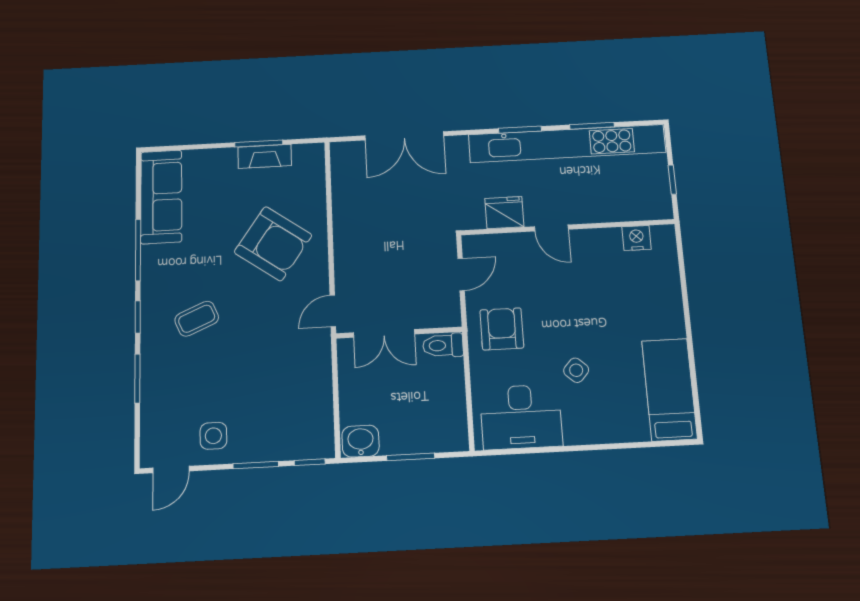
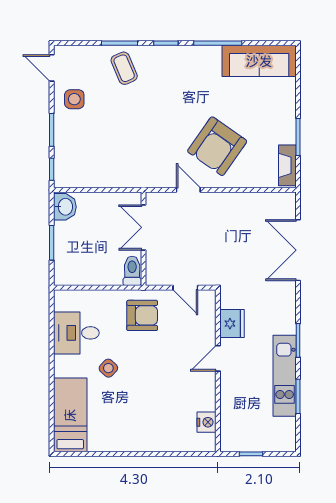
kitchen unit: (567, 144) -> (285, 376), width x0.54
fireplace: (265, 156) -> (287, 165), moved
door: (333, 311) -> (188, 190), moved
coffee table: (197, 319) -> (124, 68), moved
bed: (669, 390) -> (70, 415), moved, turned -90
desk: (521, 417) -> (76, 333), width x0.73

